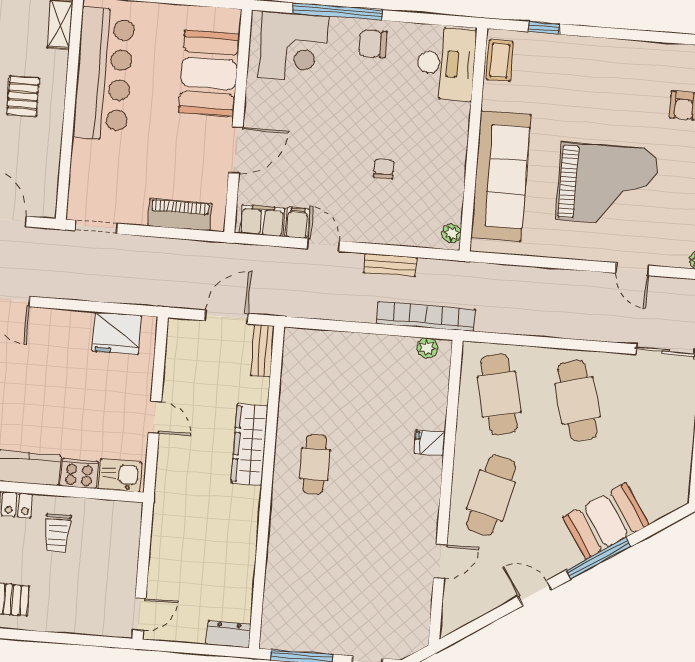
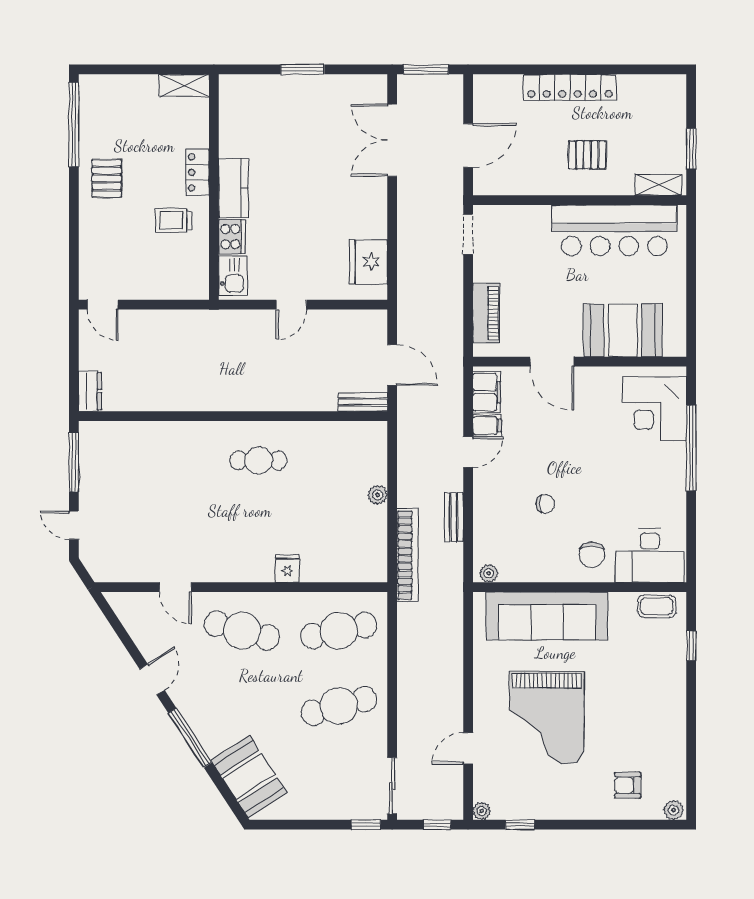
chair: (373, 44) -> (592, 555), moved, turned 180
plant: (427, 348) -> (378, 495), moved
wardrobe: (249, 444) -> (272, 397), removed
booth: (606, 521) -> (249, 776), moved

